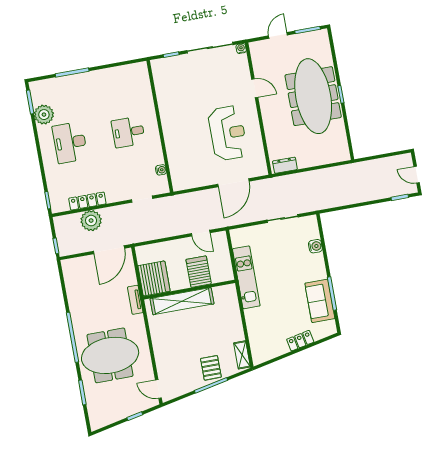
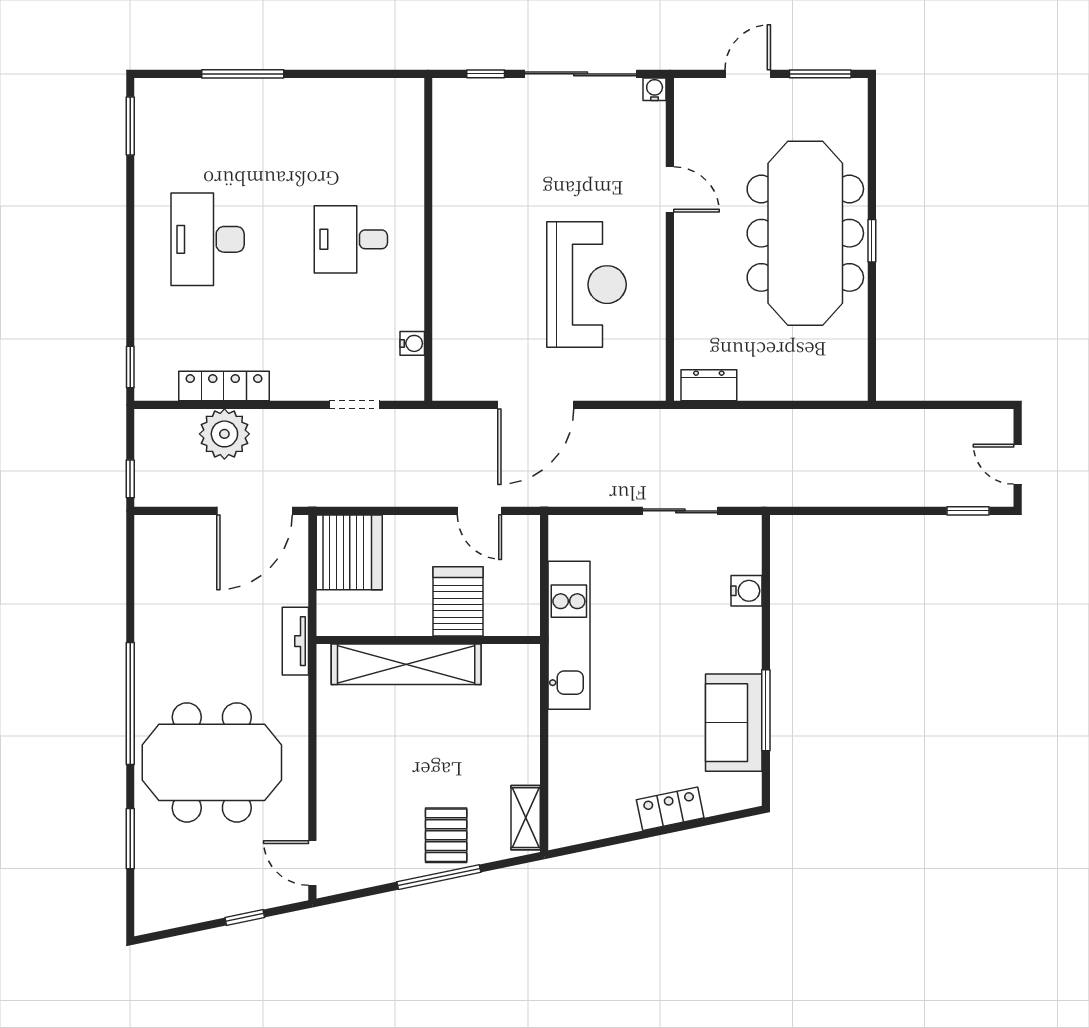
plant: (44, 115) -> (158, 162), removed
door: (233, 183) -> (536, 405), moved
server rack: (154, 278) -> (349, 552), moved

